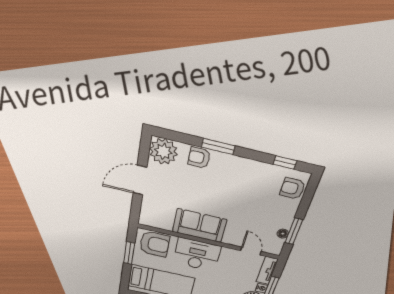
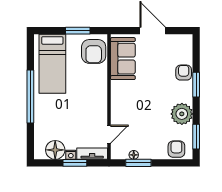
plant: (163, 151) -> (182, 114), moved
window: (285, 162) -> (196, 137), width x1.50
sofa: (199, 226) -> (123, 59), moved
desk: (197, 255) -> (92, 90), removed

